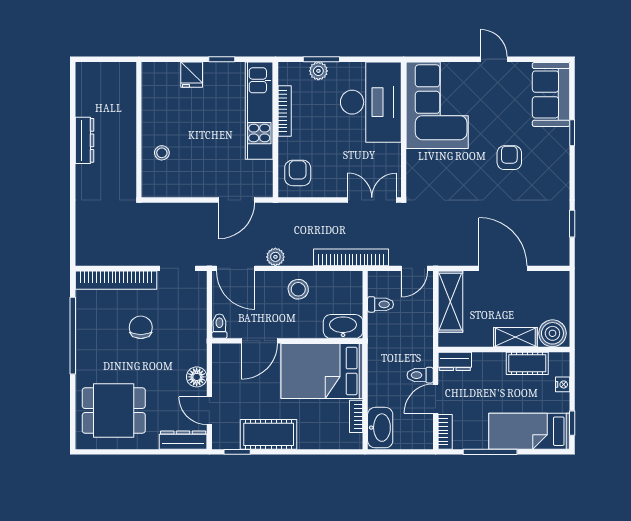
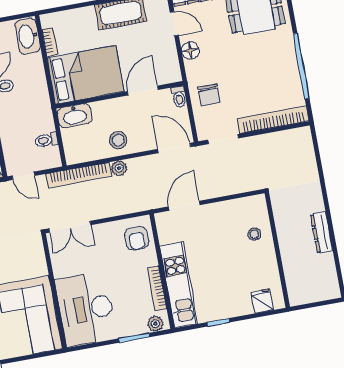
plant: (318, 71) -> (155, 324), moved
fridge: (192, 75) -> (262, 301), moved
plant: (275, 257) -> (119, 168), moved
door: (414, 268) -> (23, 176), swing flipped
chair: (141, 327) -> (209, 95), moved

